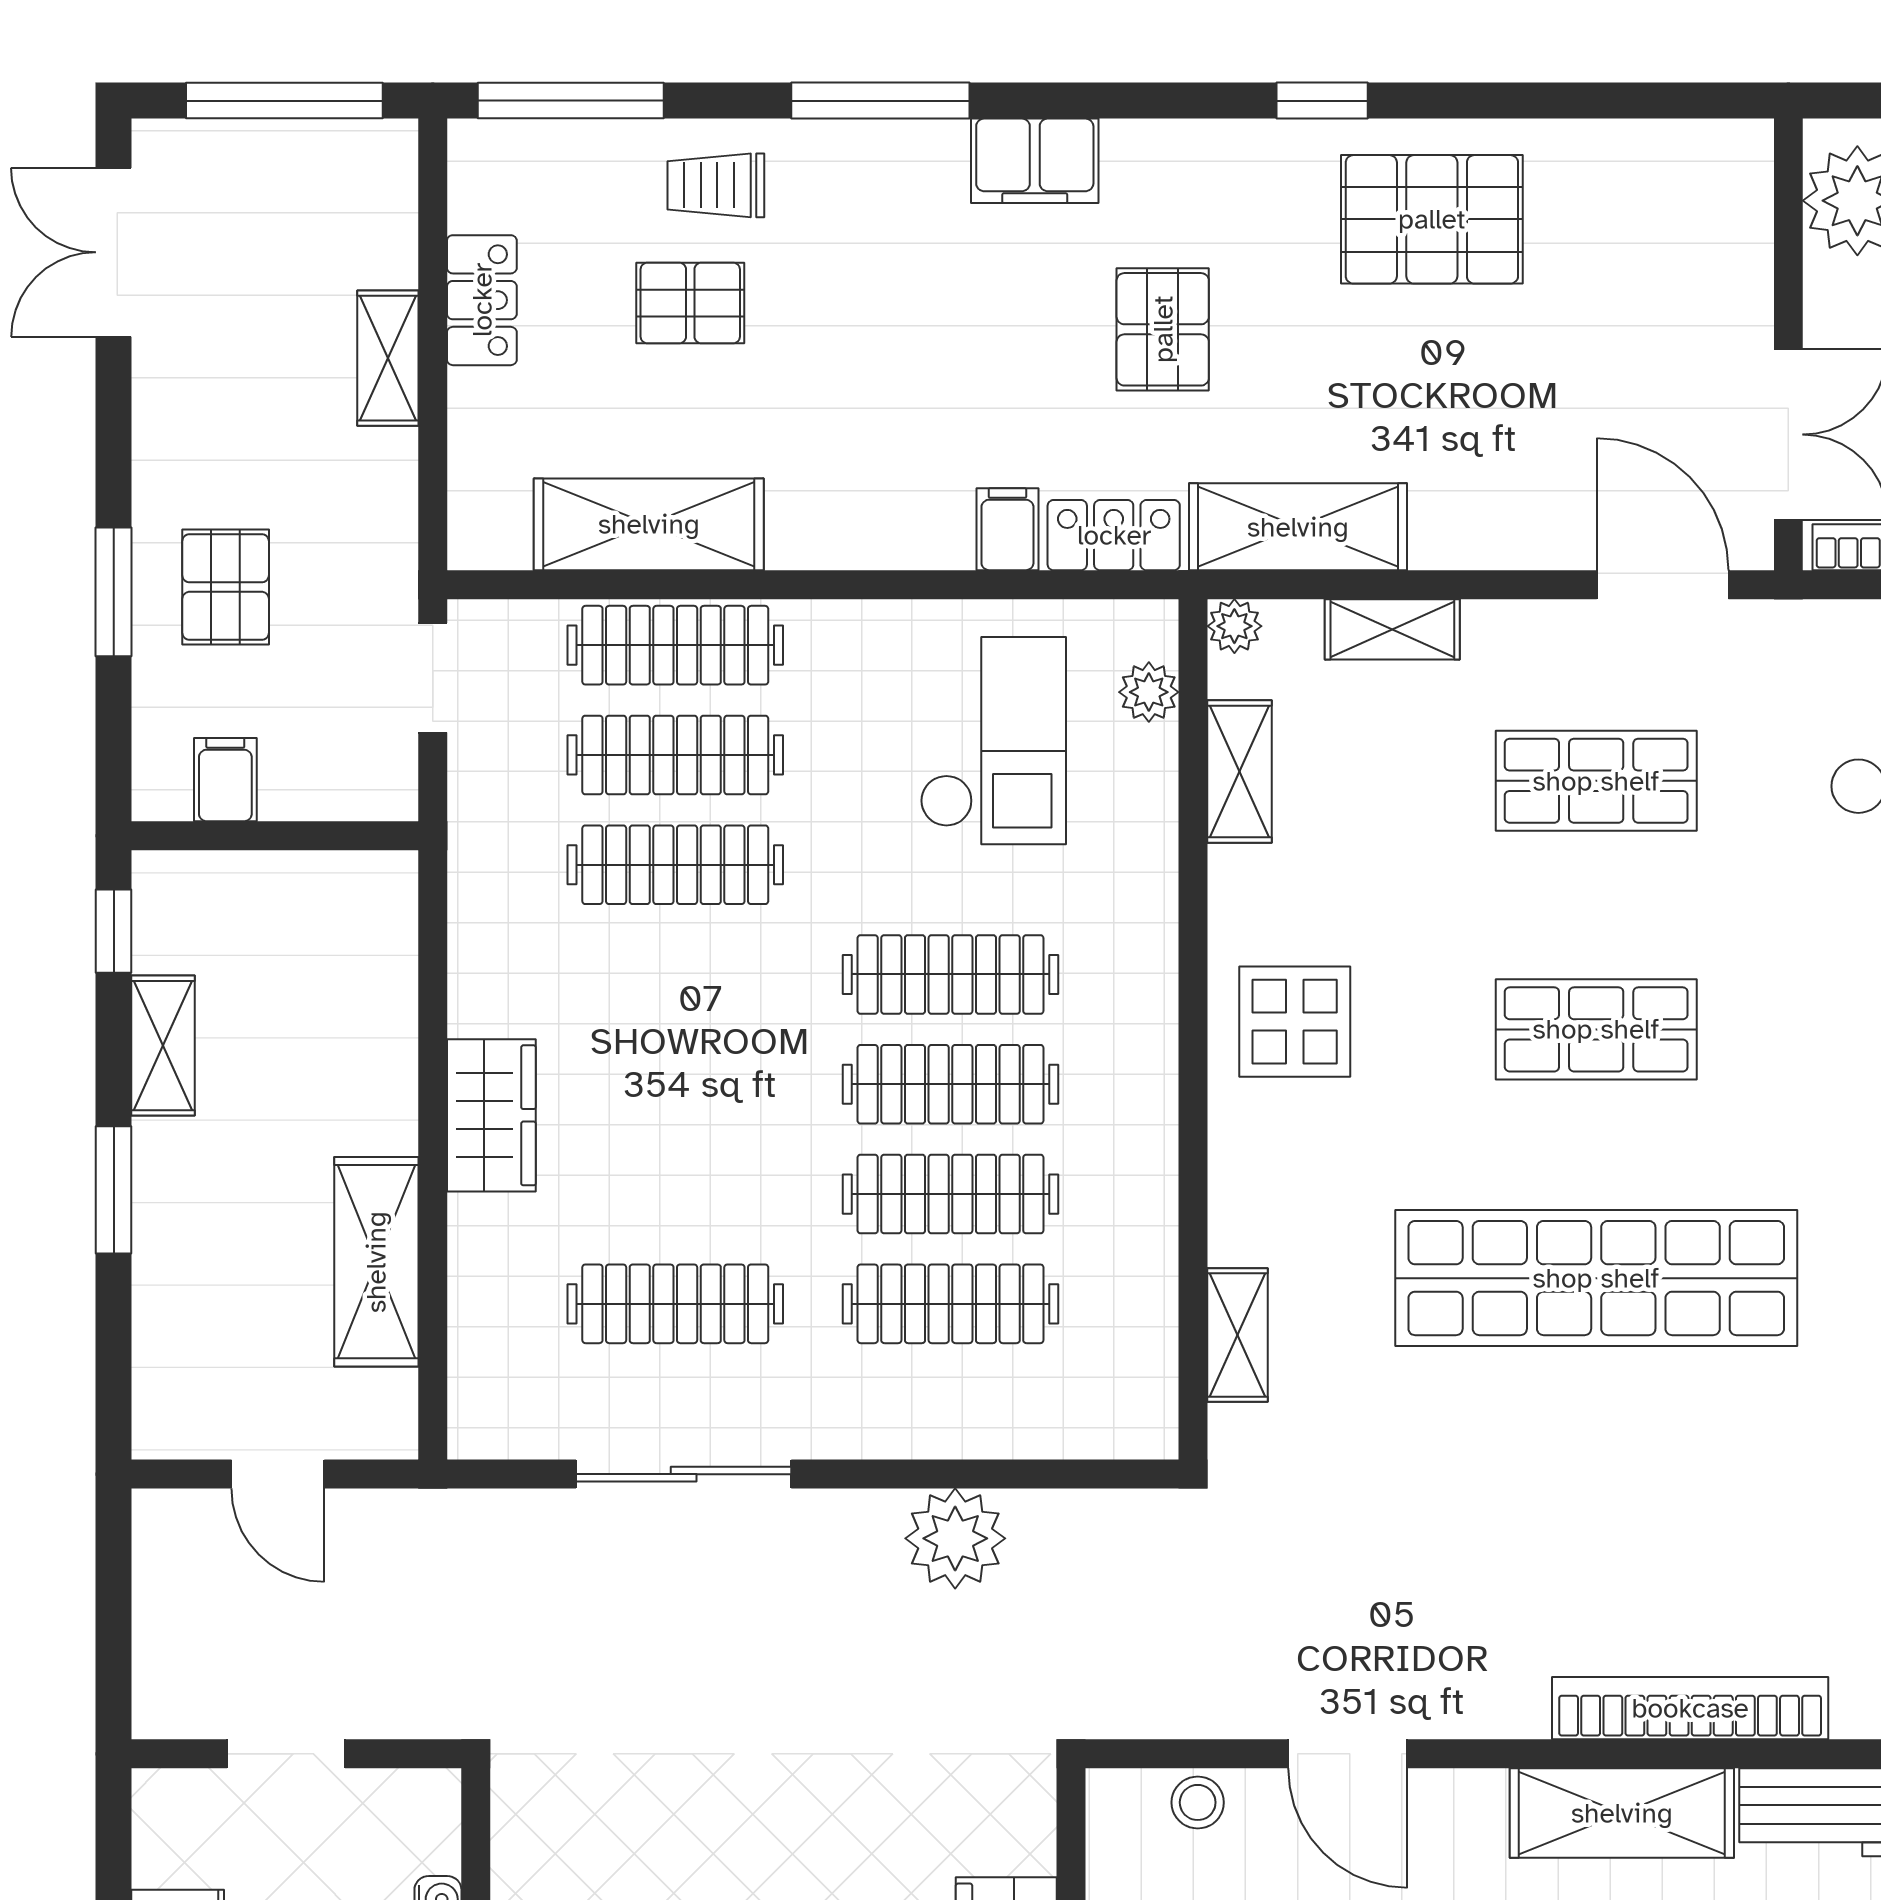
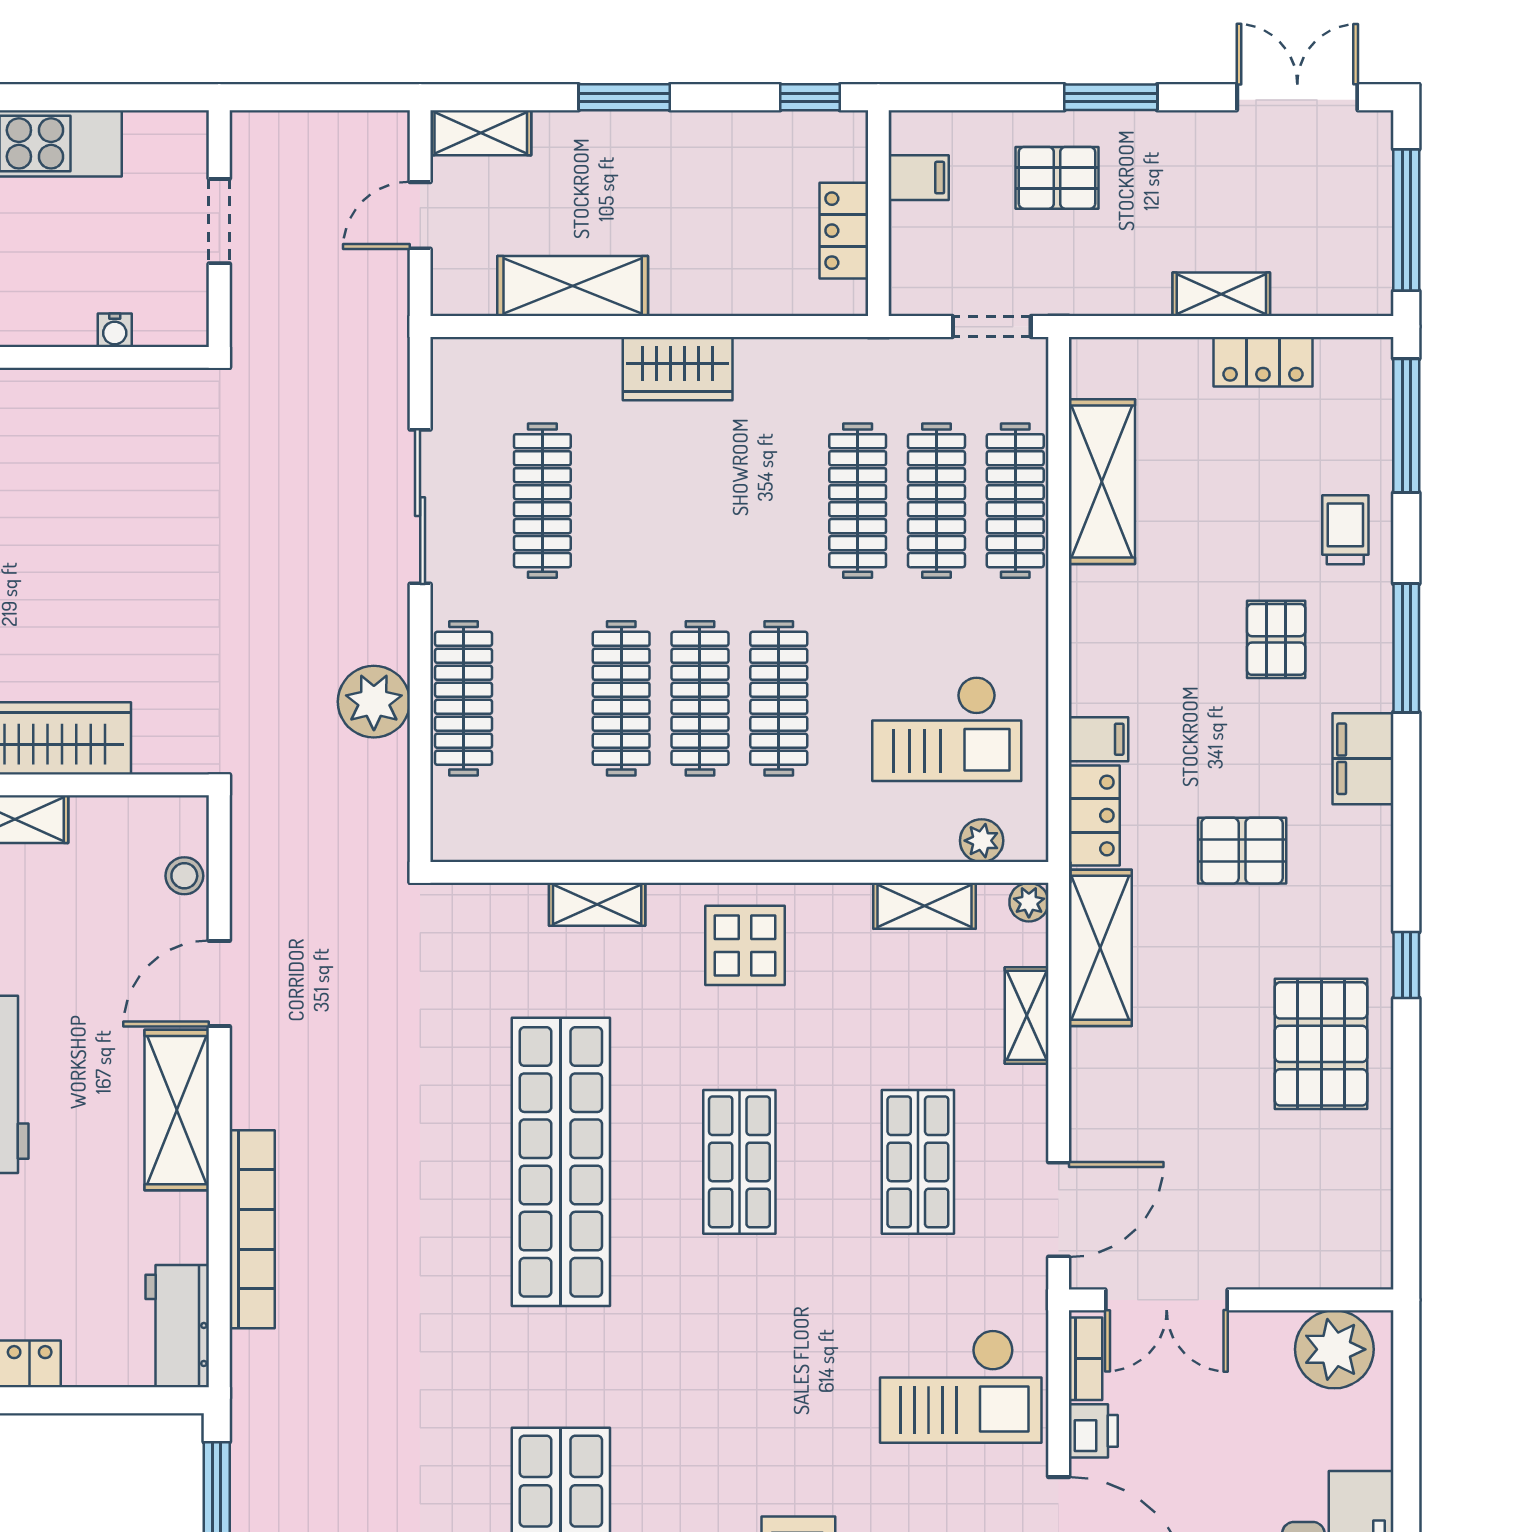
pallet: (690, 303) -> (1276, 639), moved
window: (114, 592) -> (1111, 97), moved
locker: (299, 884) -> (844, 231), added
shelving: (163, 1046) -> (481, 133), moved
clothes rail: (950, 1304) -> (464, 698), moved
shelving: (1237, 1335) -> (597, 904), moved
shelving: (1622, 1813) -> (177, 1110), moved

